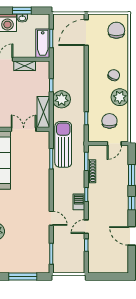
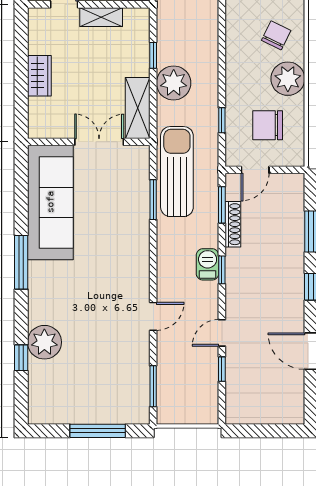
chair: (109, 121) -> (268, 125), turned -90
door: (114, 144) -> (255, 170), moved
barbecue: (79, 202) -> (208, 264), moved
door: (51, 218) -> (153, 316), hinge flipped

